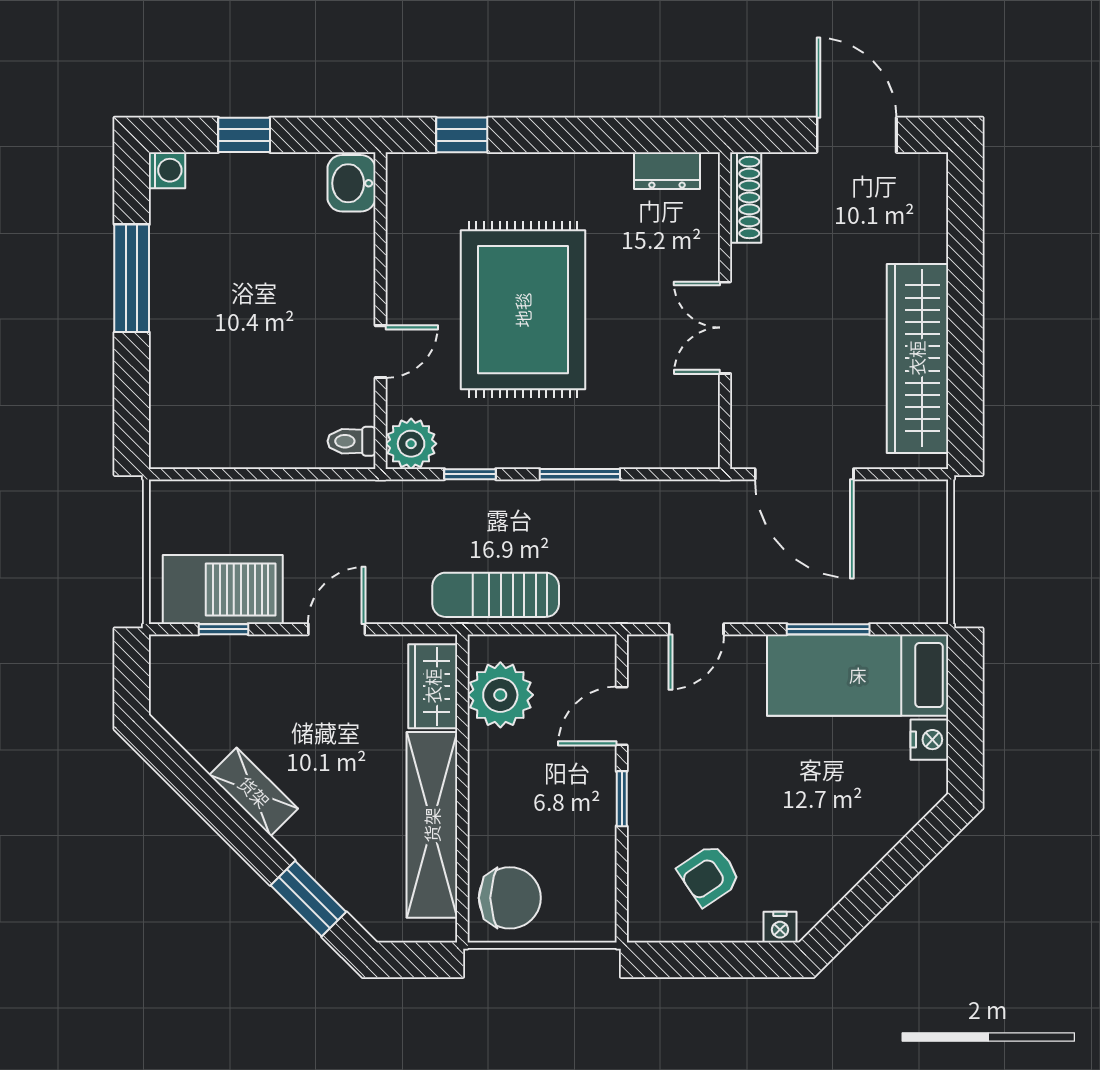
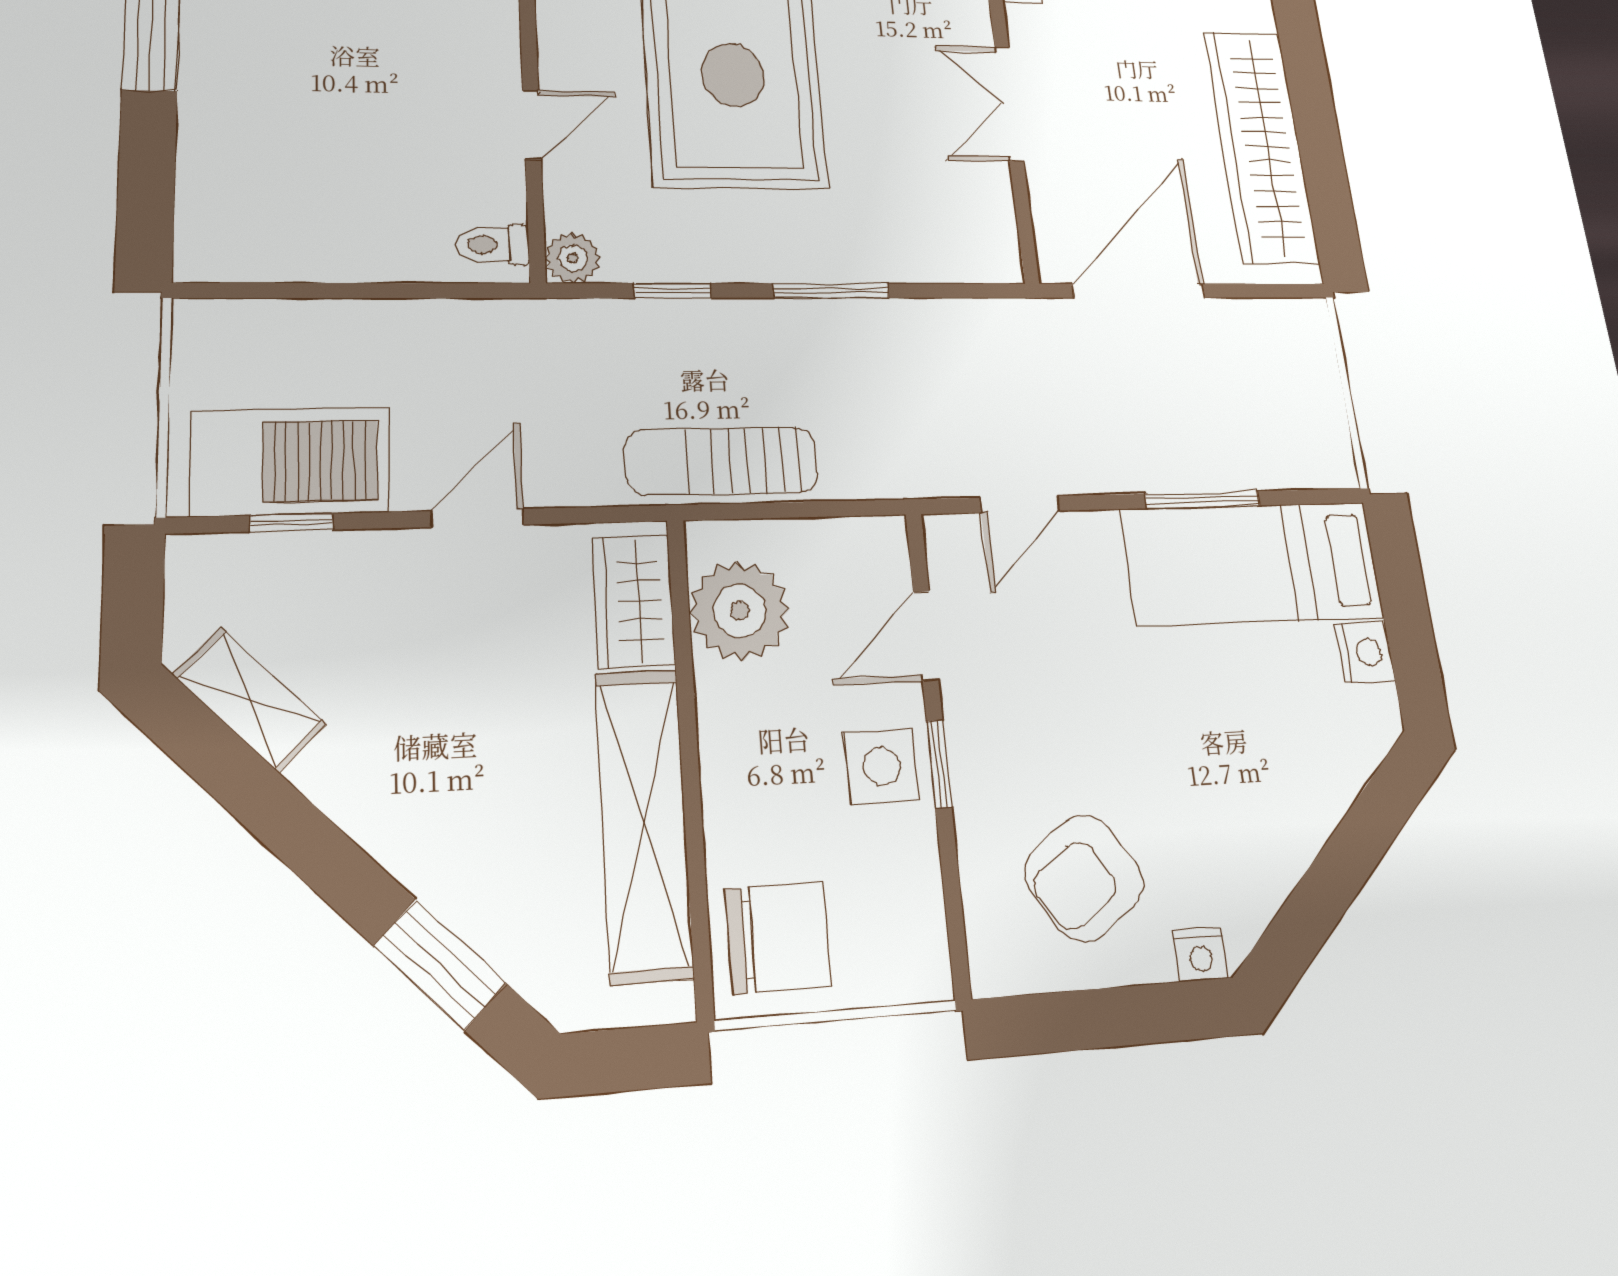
plant: (411, 444) -> (573, 258), width x0.73, depth x0.73
door: (804, 474) -> (1139, 291), swing flipped
shelving: (254, 792) -> (250, 699), moved
side table: (584, 798) -> (882, 766), added
armchair: (709, 875) -> (1084, 878), width x1.38, depth x1.38

